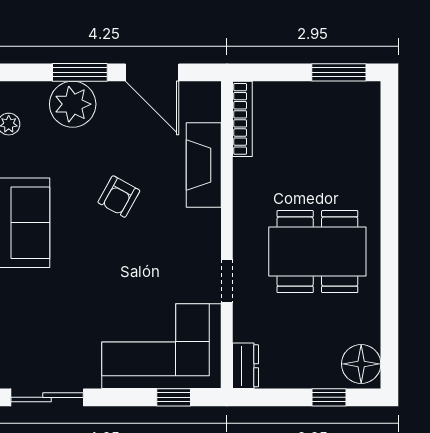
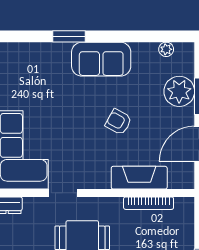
bookcase: (242, 119) -> (149, 203), moved

